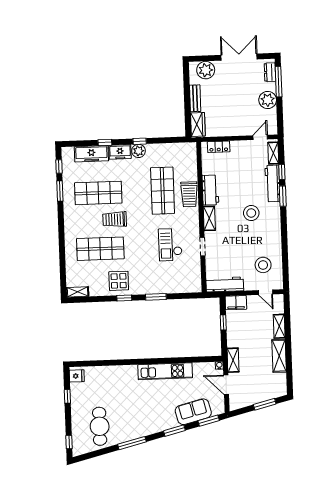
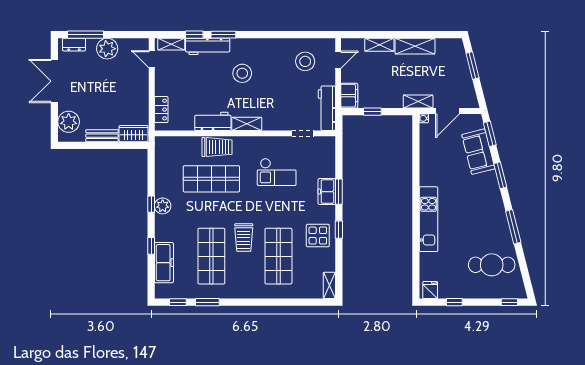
freezer: (120, 152) -> (327, 192), moved, turned 180
doorway: (202, 247) -> (303, 133), moved
kitchen unit: (165, 371) -> (428, 219), moved

